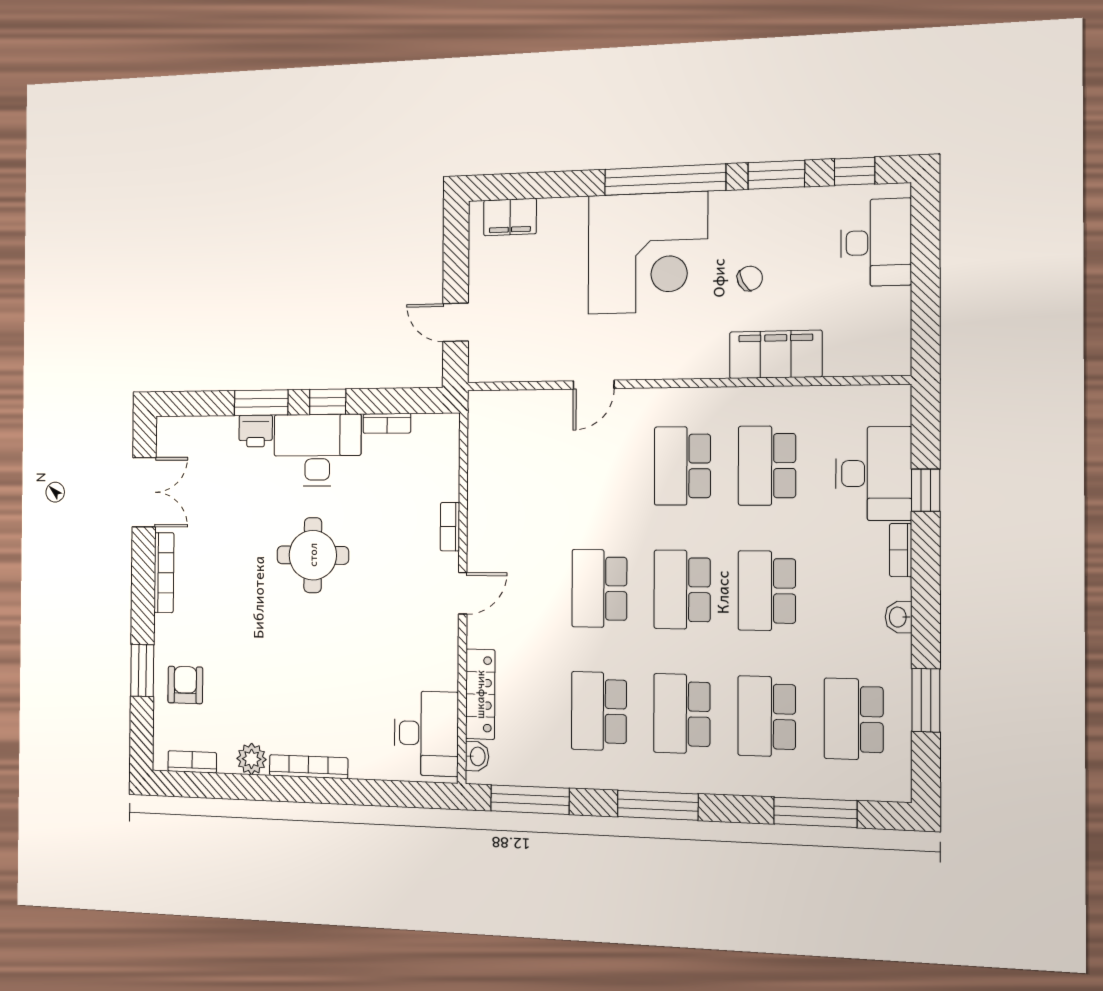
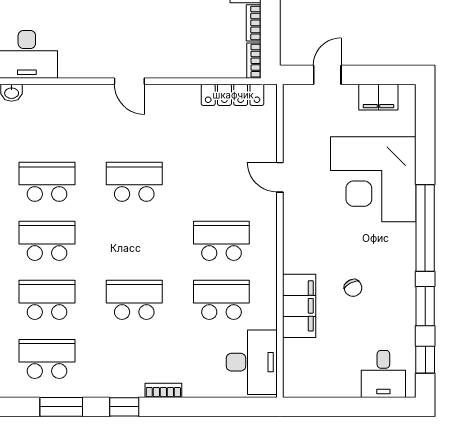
filing cabinet: (510, 217) -> (378, 97), moved, turned -90
desk: (876, 243) -> (383, 374), width x0.73
corner desk: (648, 253) -> (373, 179), moved
desk: (873, 474) -> (252, 362), moved, turned -90
window: (926, 490) -> (124, 407), moved
bookcase: (450, 527) -> (254, 61), moved, turned -90
school desk: (682, 590) -> (134, 241), removed
washbasin: (899, 617) -> (118, 389), removed
locker: (480, 694) -> (233, 95), moved

